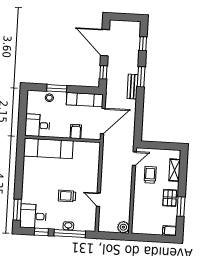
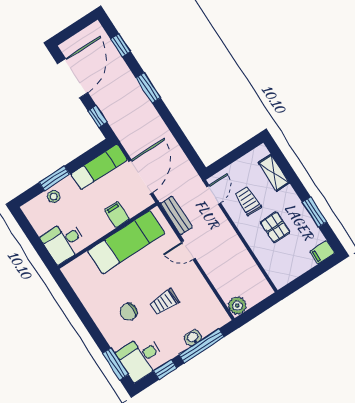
door: (105, 43) -> (73, 78), swing flipped
bench: (132, 87) -> (176, 215), moved
exam couch: (48, 148) -> (126, 242), moved
chair: (44, 187) -> (129, 312), added
pallet: (170, 198) -> (275, 227), moved
door: (98, 200) -> (188, 250), moved
plant: (123, 227) -> (237, 306), moved

